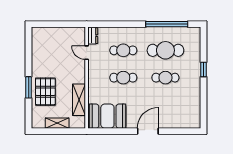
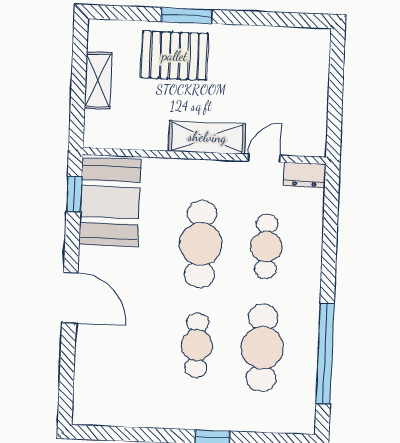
cafe table: (123, 78) -> (201, 244), width x1.37, depth x1.35
shelving: (79, 100) -> (207, 137), moved
window: (105, 131) -> (74, 194), added

